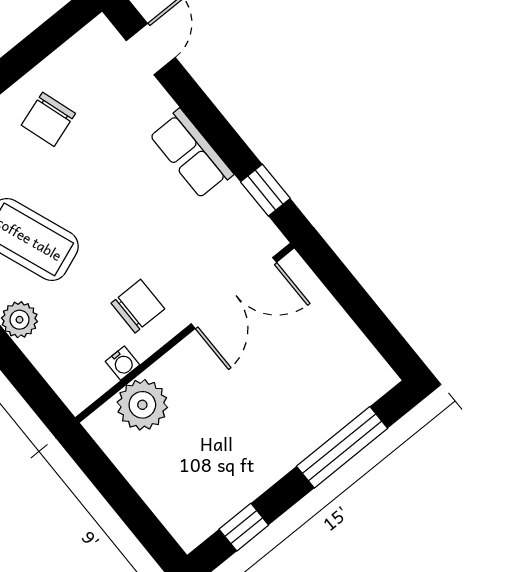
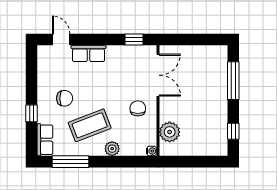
chair: (48, 119) -> (65, 98), moved, turned -72
row of seats: (191, 154) -> (89, 53), moved
water cooler: (122, 363) -> (152, 151), moved

